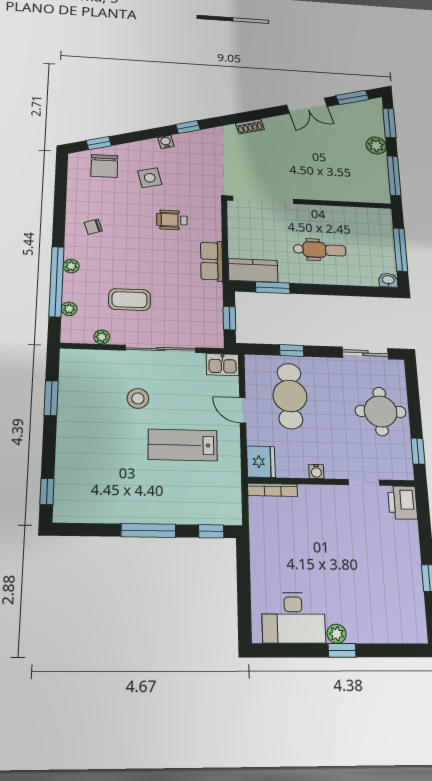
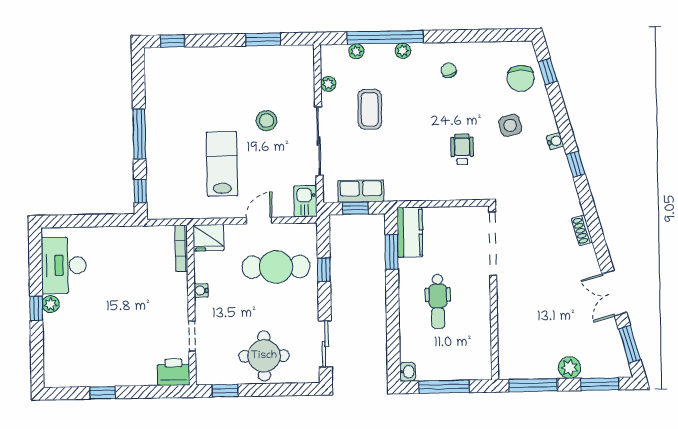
chair: (104, 166) -> (521, 78), turned -90
row of seats: (212, 261) -> (361, 191), moved

